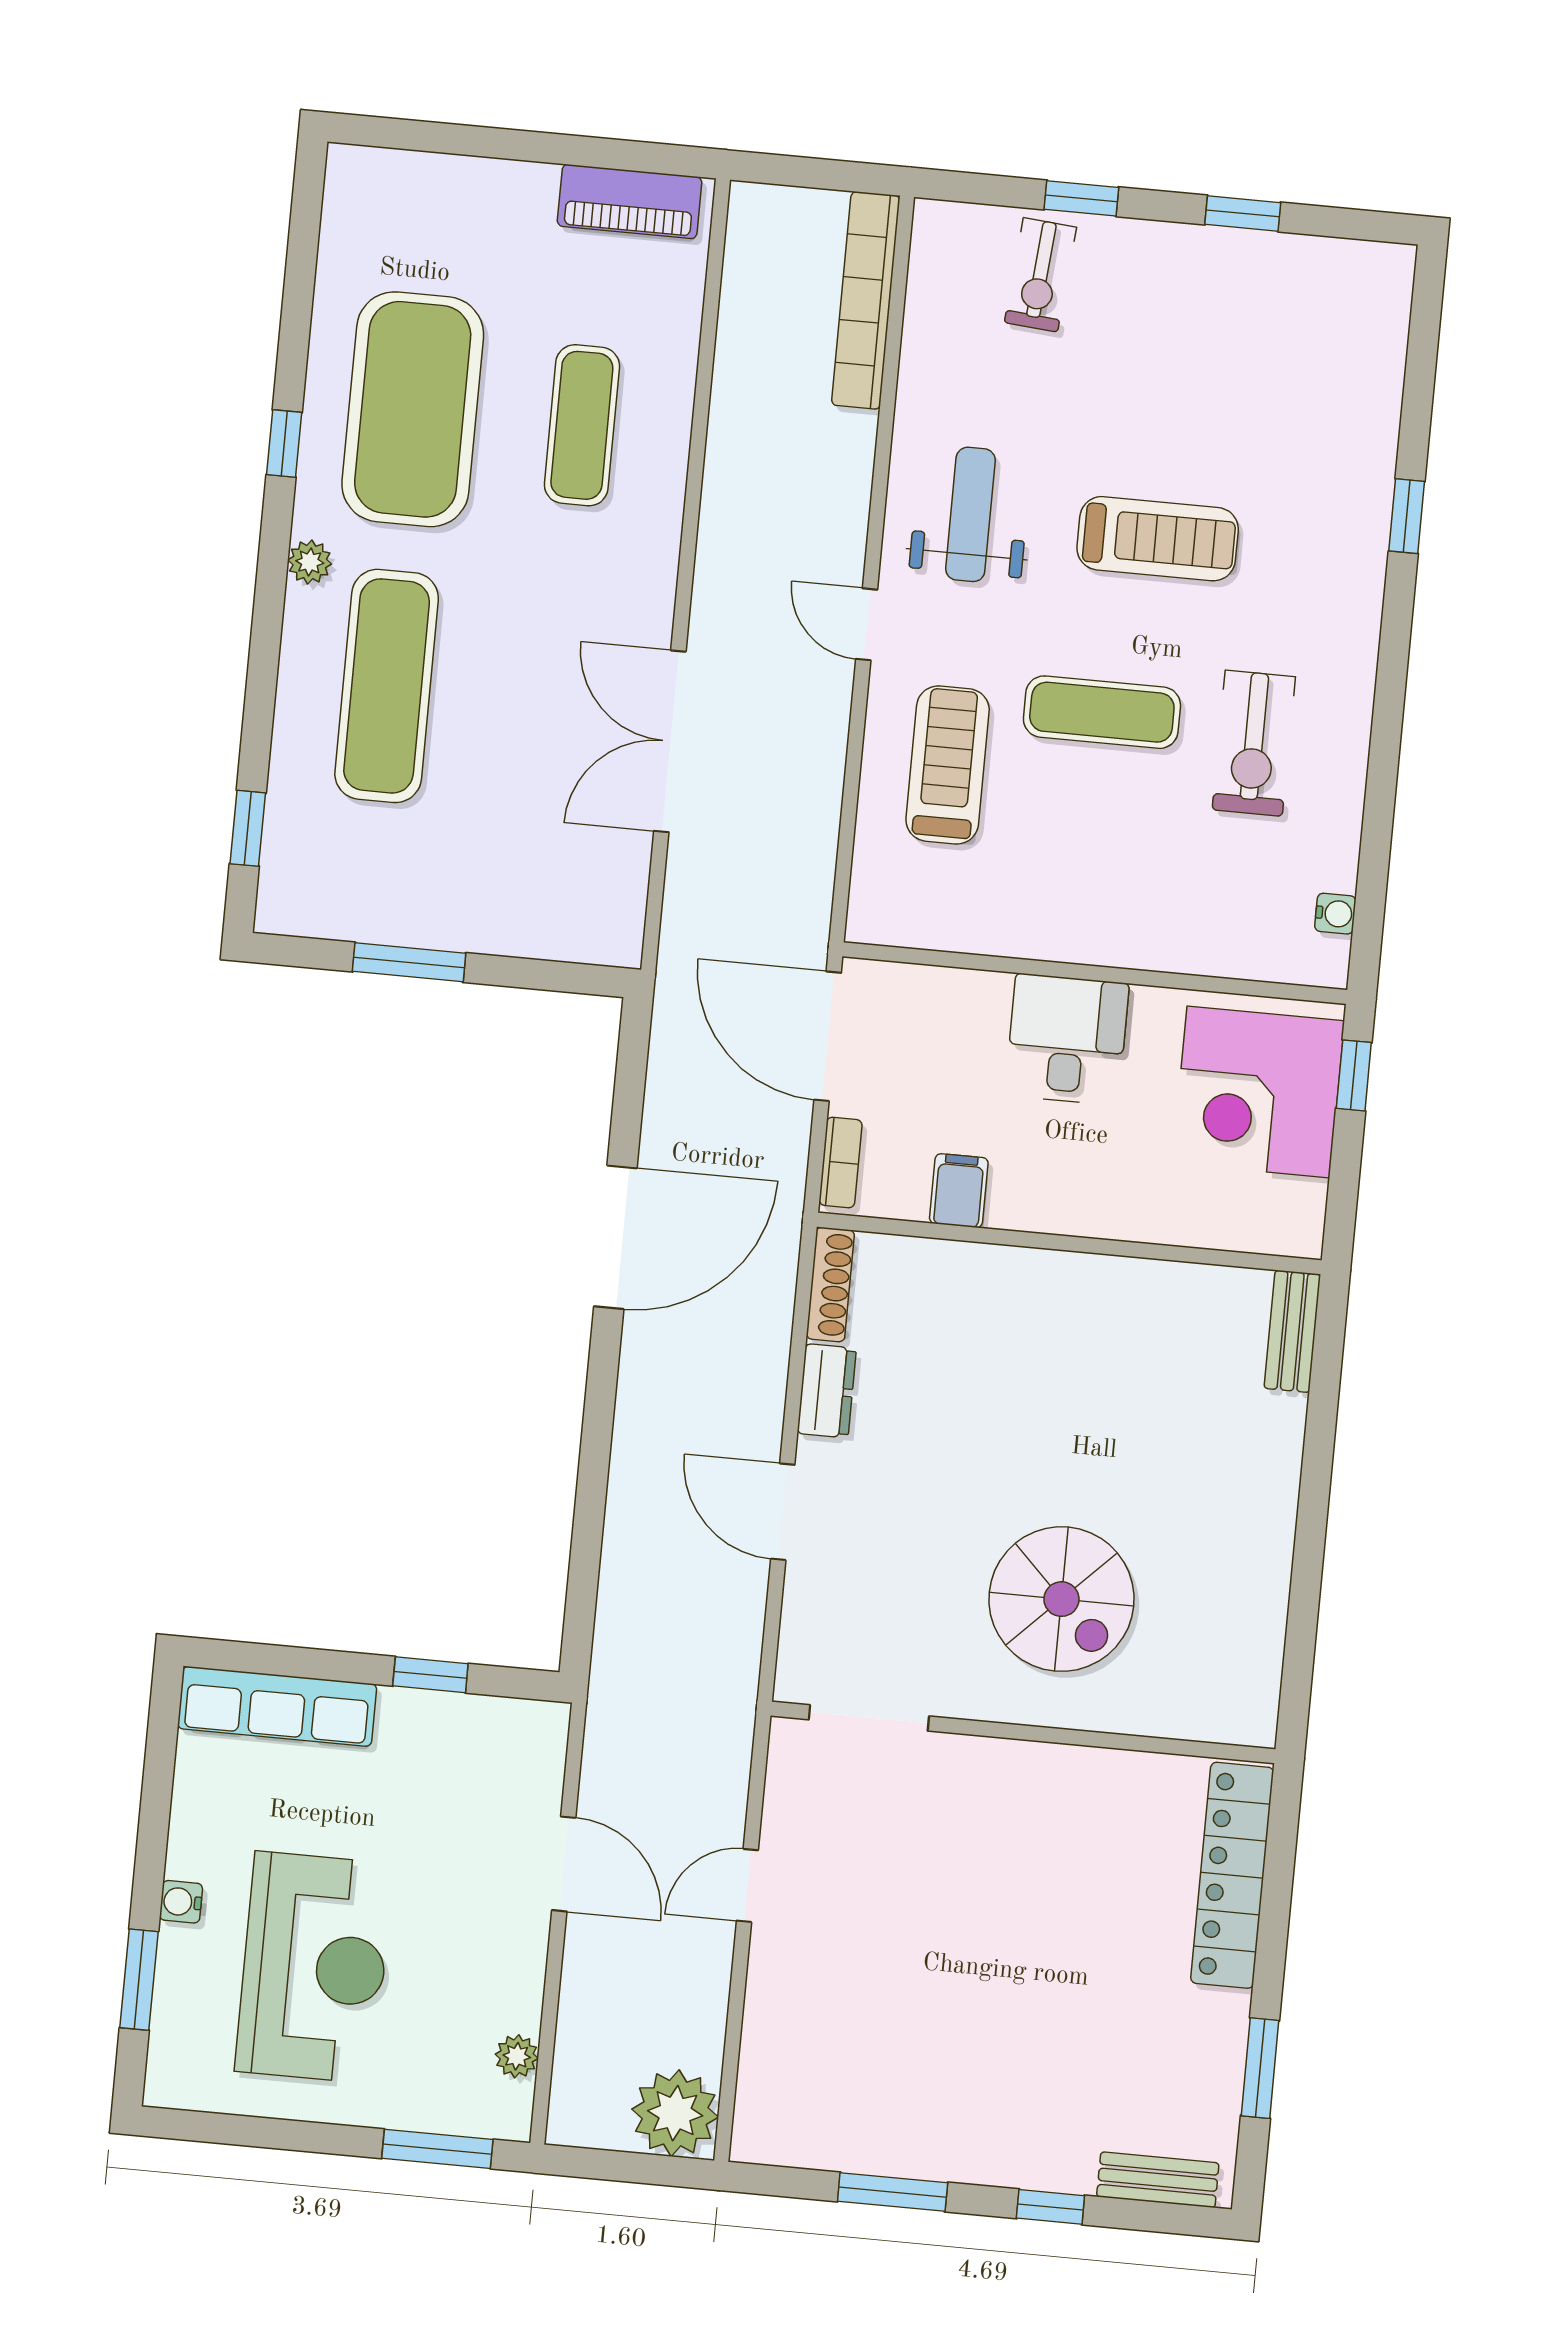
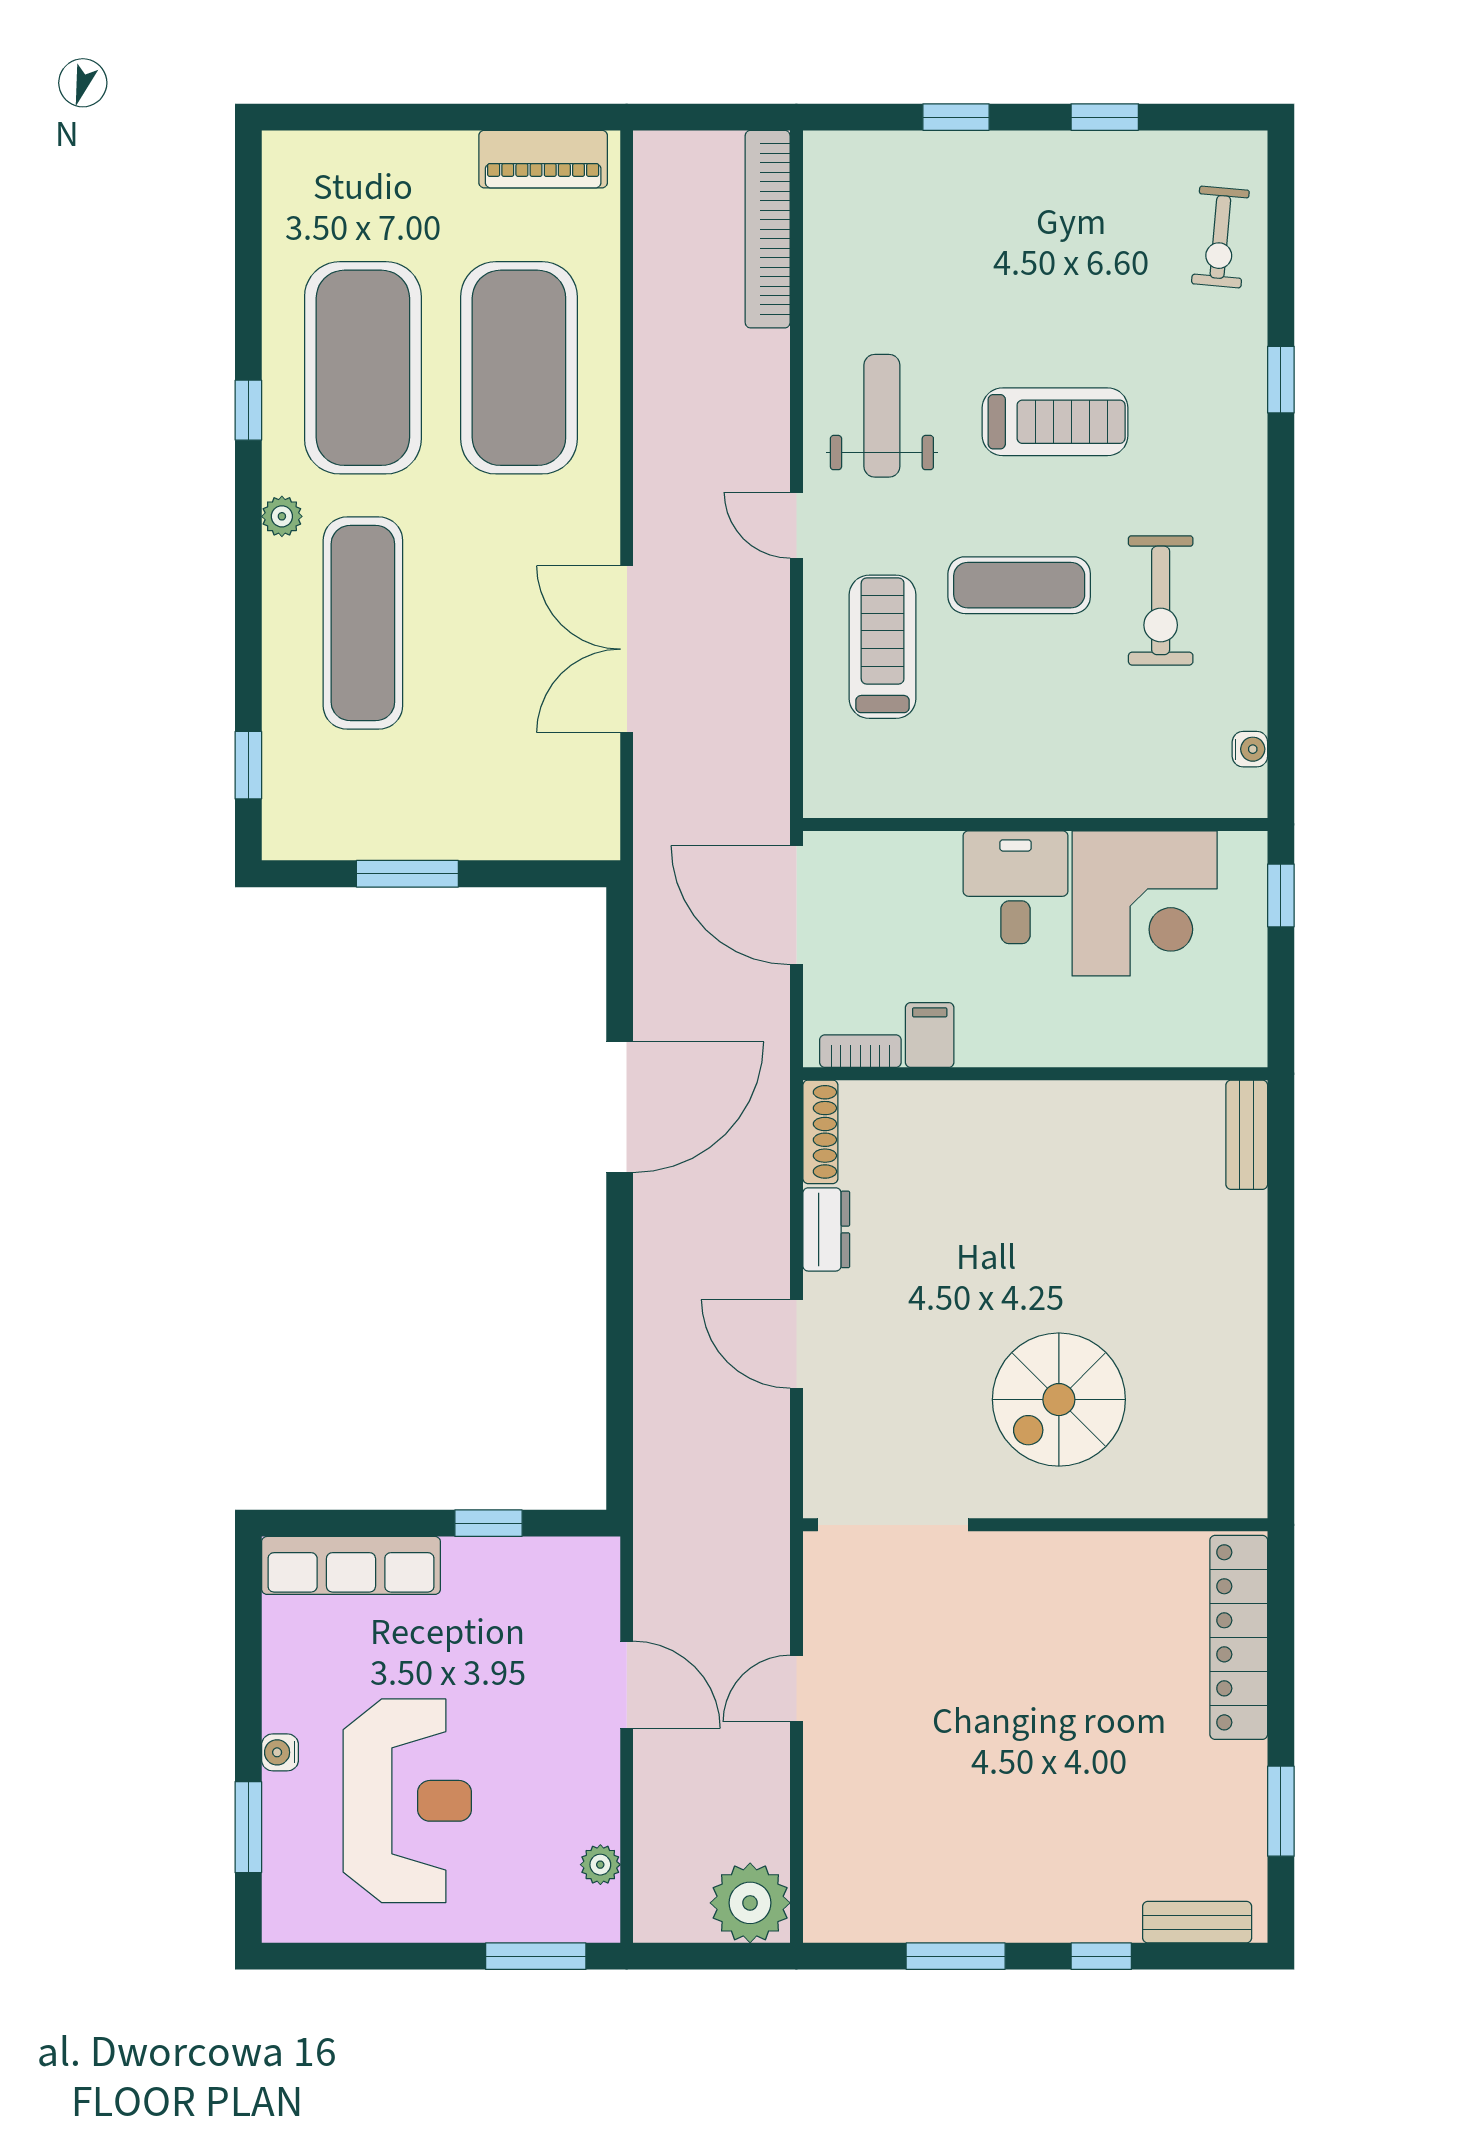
exercise bike: (1040, 275) -> (1220, 237), moved
exercise mat: (582, 425) -> (519, 368), width x2.00, depth x1.45
corner desk: (1258, 1092) -> (1145, 903), moved, turned -90
bookcase: (841, 1162) -> (860, 1051), moved, turned -90
spiral stairs: (1061, 1599) -> (1059, 1400), turned 90
doorway: (869, 1718) -> (893, 1525), width x1.36

